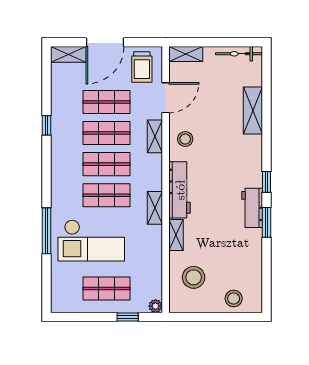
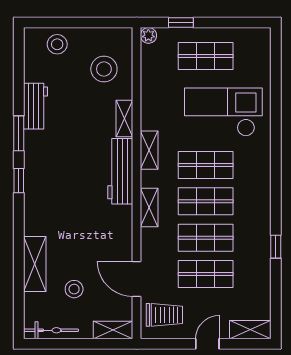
door: (105, 42) -> (207, 344), width x0.53
trolley: (142, 67) -> (164, 315), turned 90
door: (166, 98) -> (137, 279), hinge flipped
shelving: (155, 136) -> (149, 208), moved
stool: (185, 139) -> (74, 289), moved
workbench: (252, 208) -> (36, 106), moved
window: (47, 231) -> (276, 123), removed

